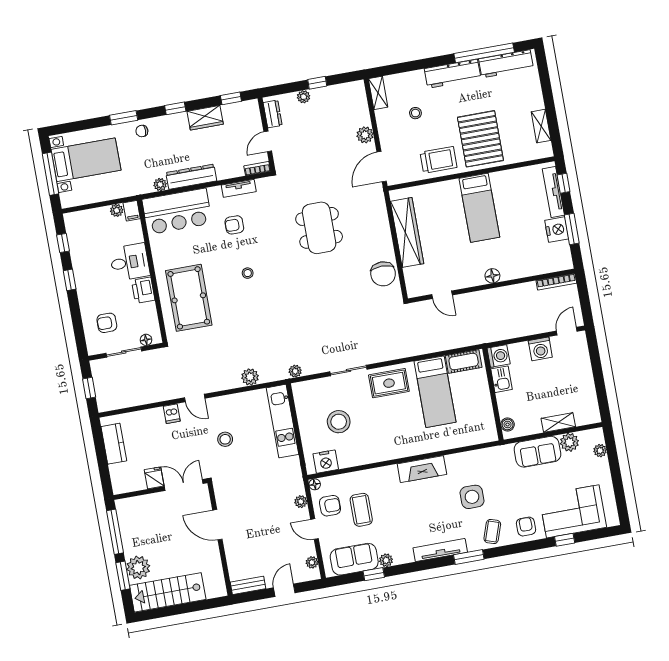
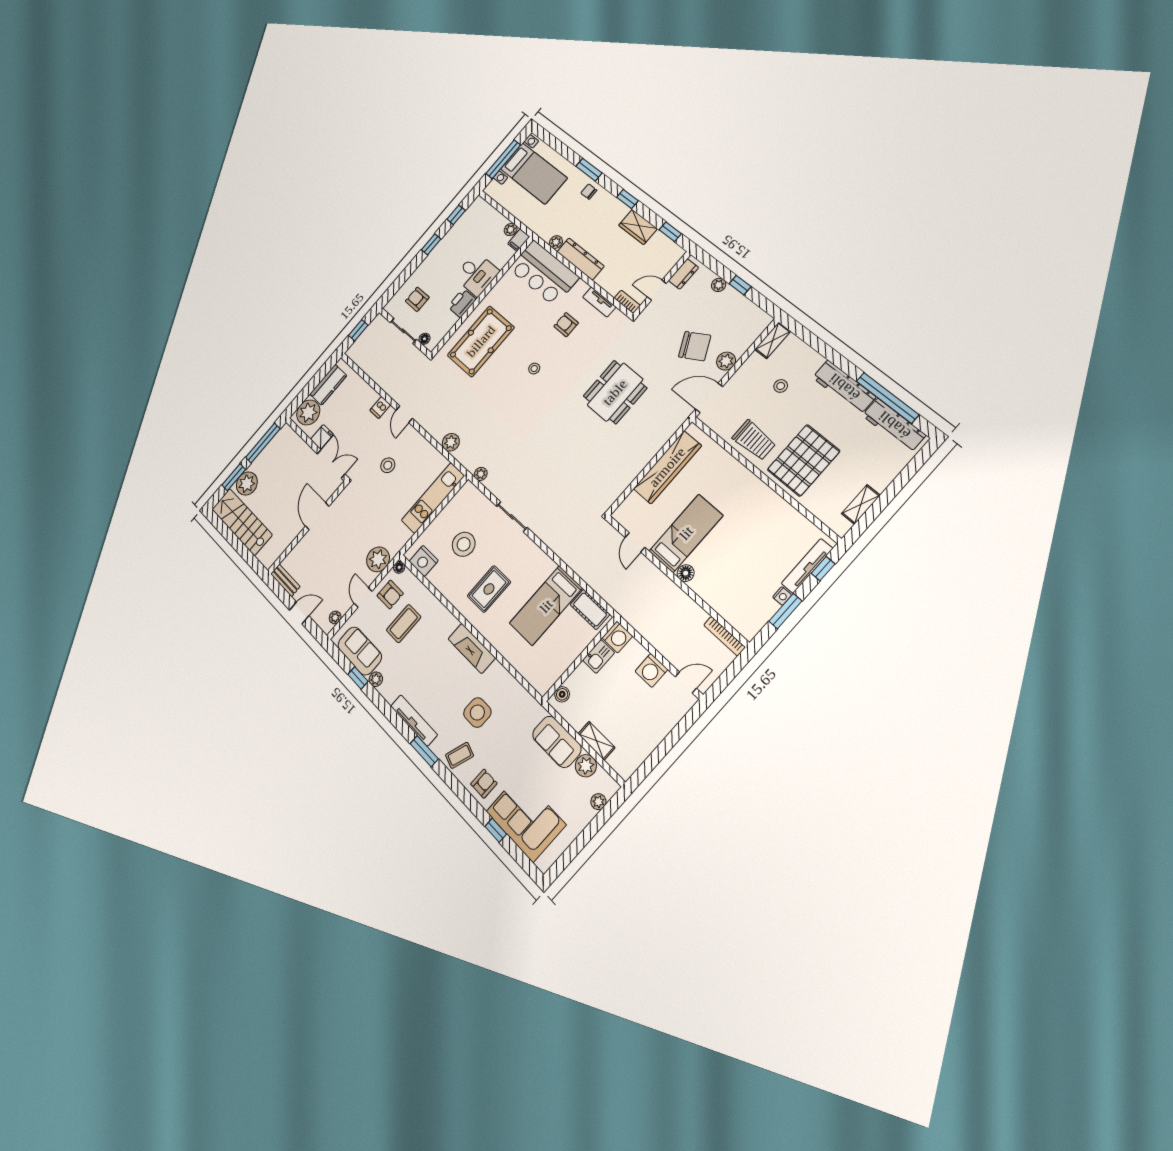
bed: (479, 208) -> (686, 533), moved, turned 180
nightstand: (557, 230) -> (782, 596), width x0.53, depth x0.56
chair: (383, 274) -> (695, 346), moved, turned -118
rug: (389, 383) -> (489, 589), moved, turned 90
plant: (123, 476) -> (308, 412), added
plant: (301, 502) -> (378, 559), width x1.88, depth x1.88

